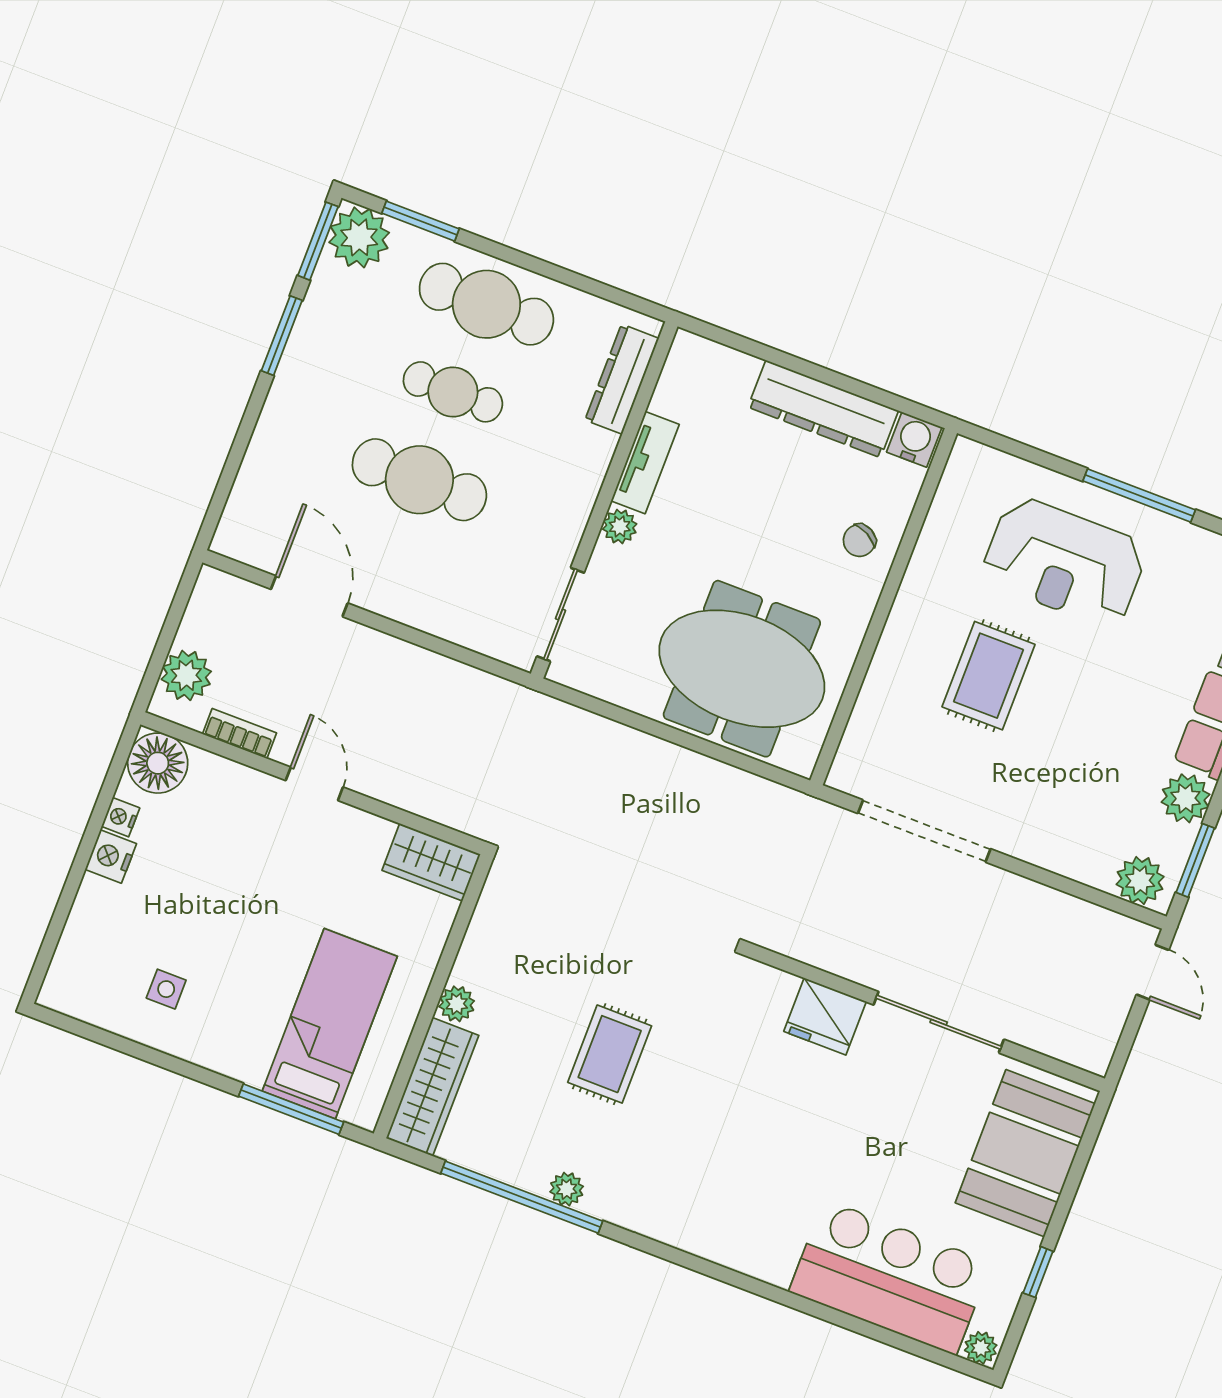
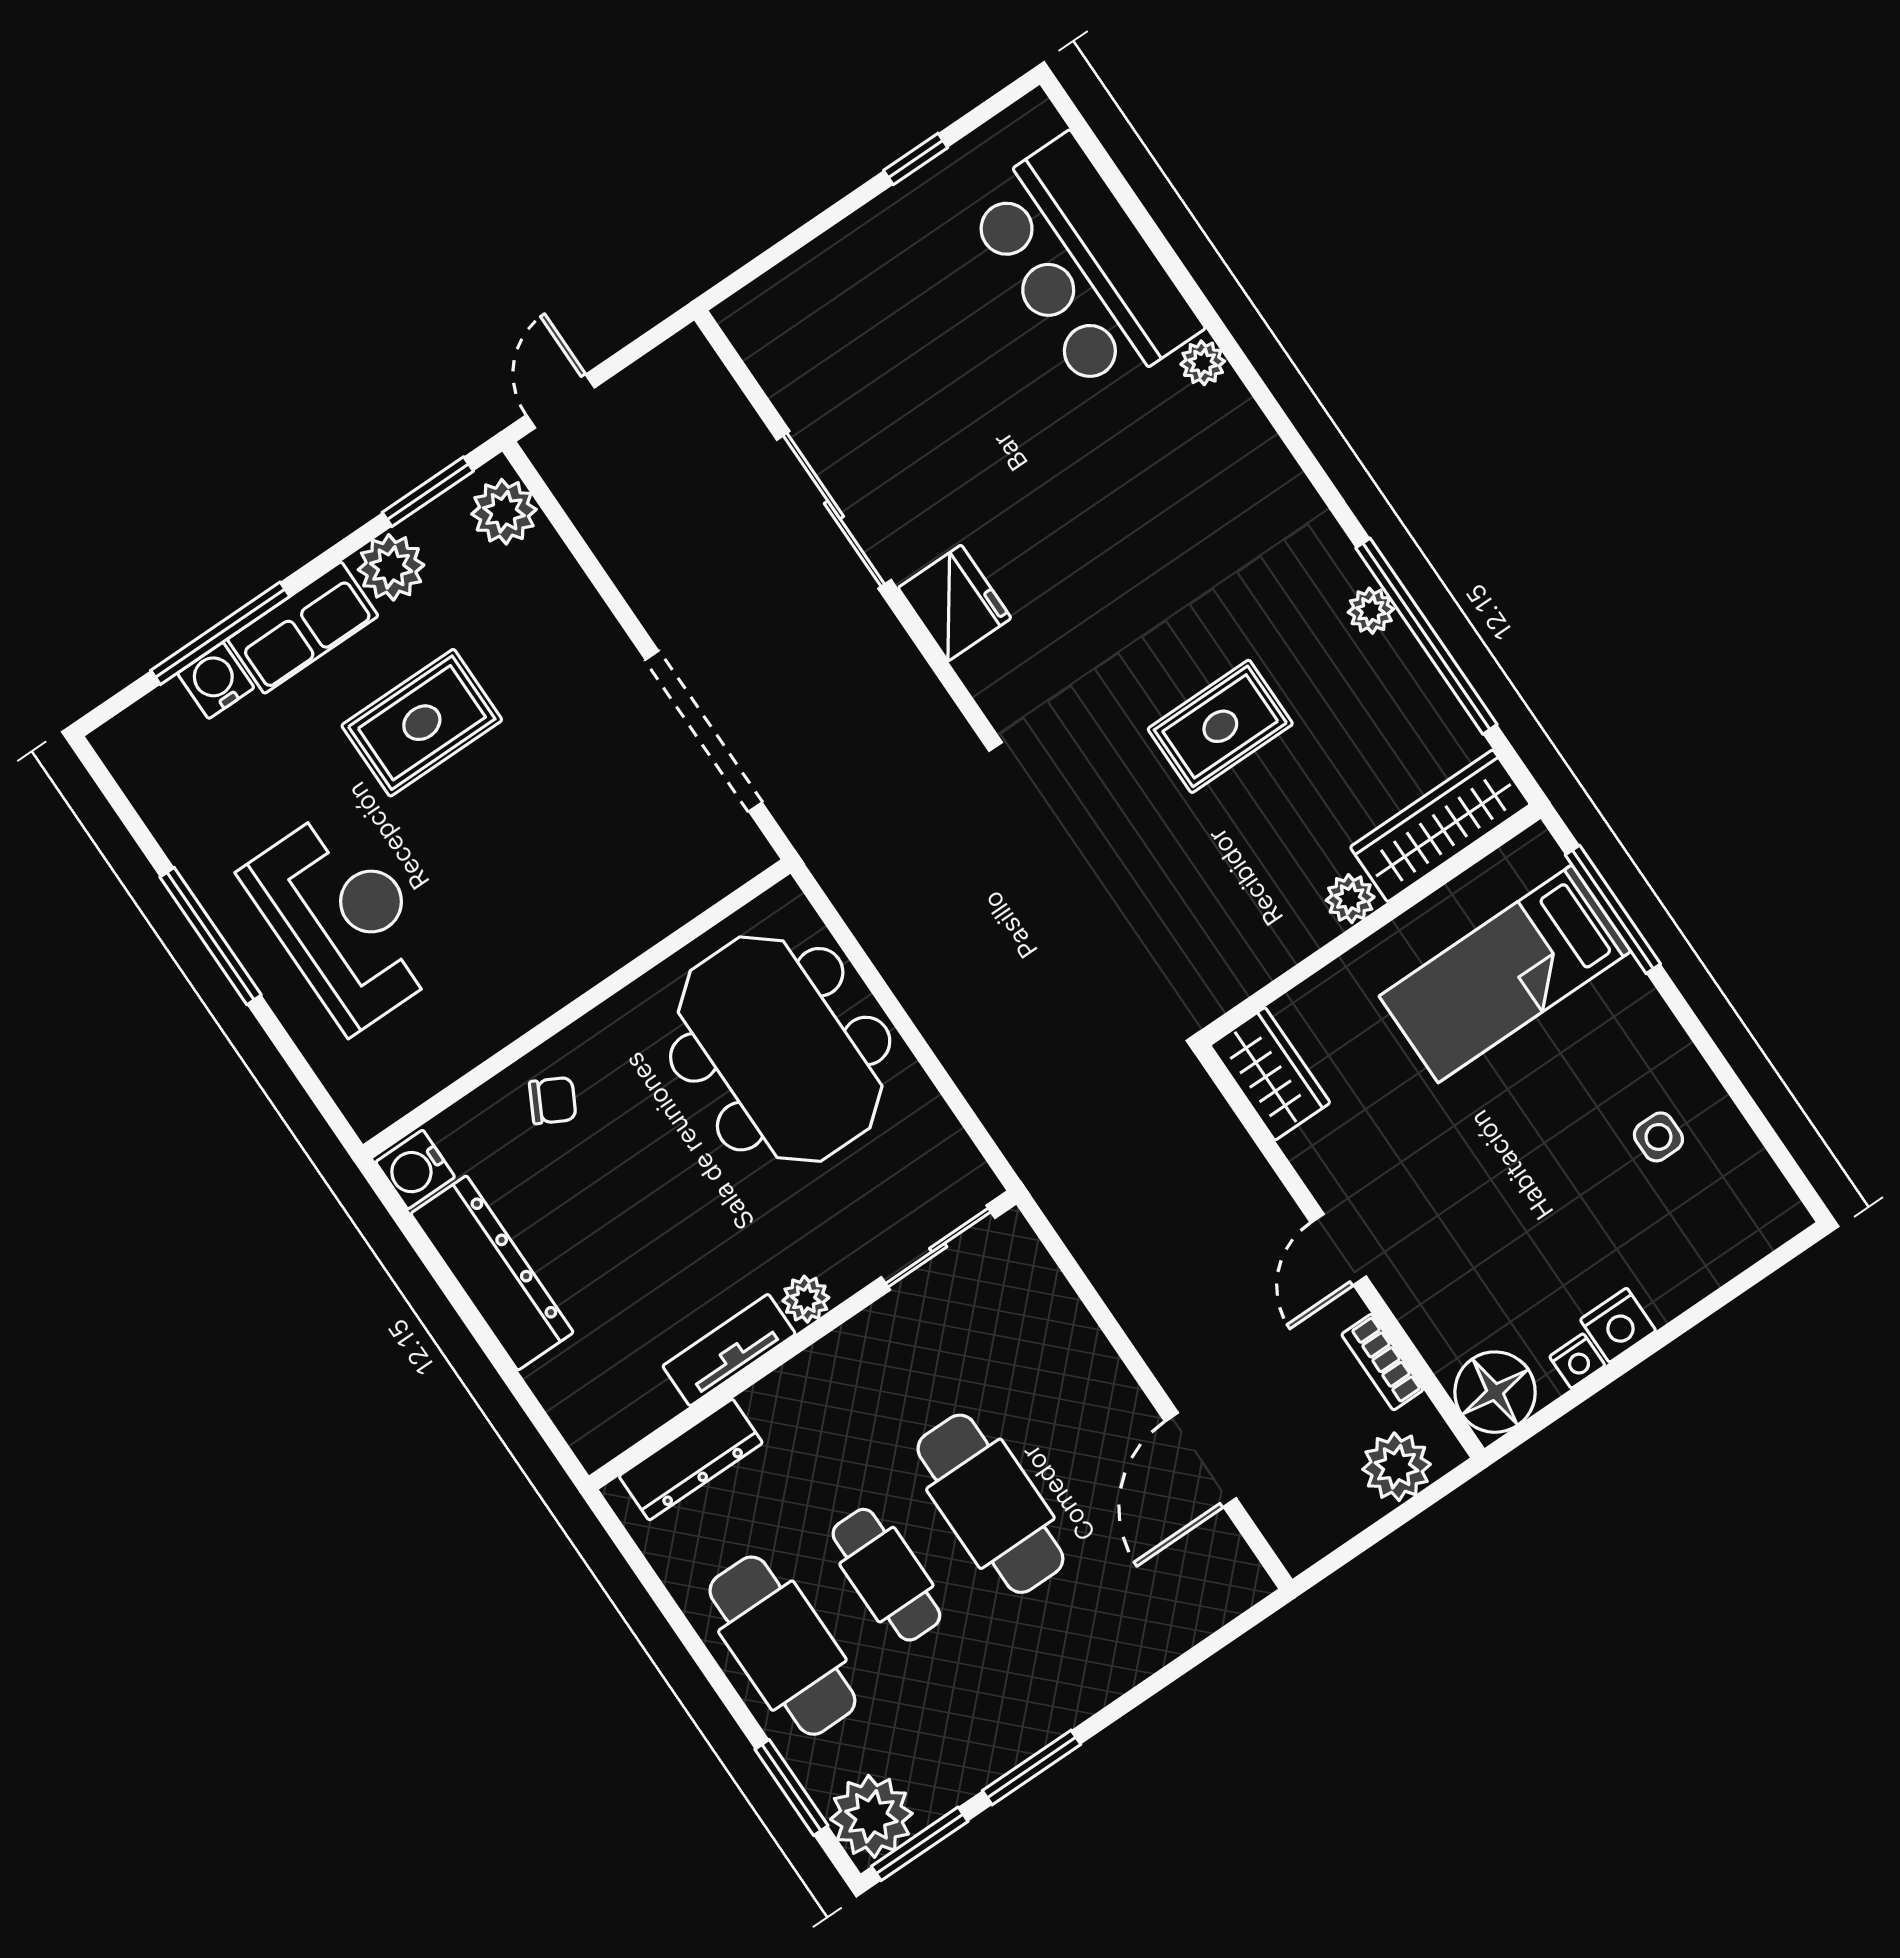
rug: (988, 676) -> (422, 723), moved
booth: (1025, 1153) -> (839, 300), removed
plant: (981, 1348) -> (1203, 363), moved

